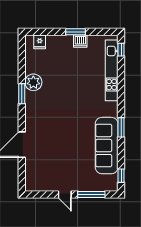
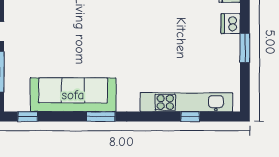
dishwasher: (80, 41) -> (231, 24), moved
window: (121, 50) -> (190, 117), moved

